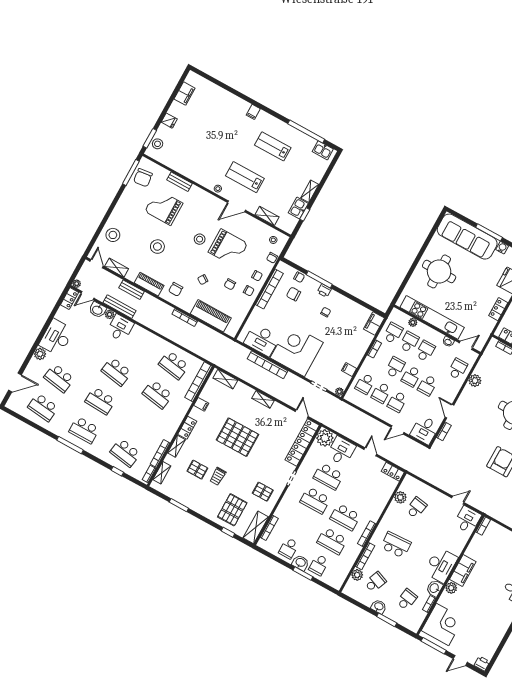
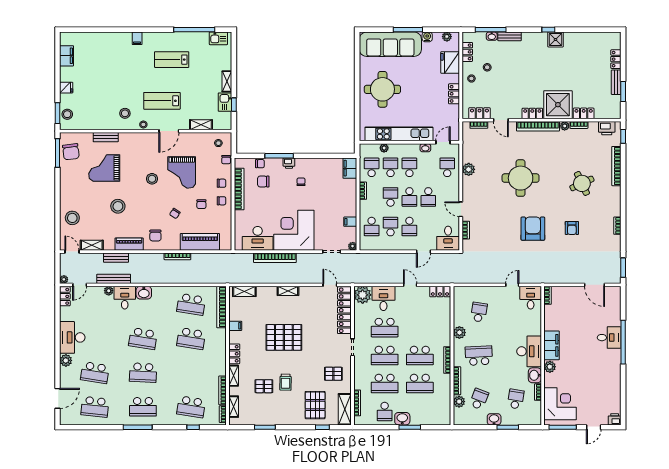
stool: (207, 170) -> (125, 113), added
grand piano: (228, 248) -> (182, 172), turned 90
washbasin: (97, 310) -> (144, 293), moved
school desk: (381, 393) -> (391, 227), turned 180
plant: (400, 497) -> (459, 333), moved
school desk: (319, 565) -> (385, 384), moved, width x1.85

